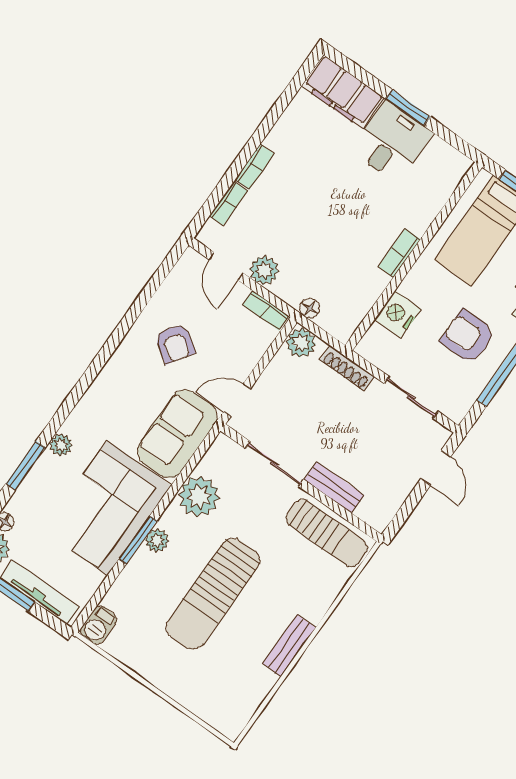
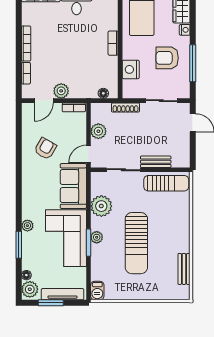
bookcase: (255, 167) -> (26, 43), width x1.56
door: (226, 266) -> (44, 101), hinge flipped
floor lamp: (310, 308) -> (103, 93), moved
plant: (301, 343) -> (98, 131), moved
armchair: (175, 344) -> (45, 149), turned -94
bench: (289, 645) -> (184, 269), moved

